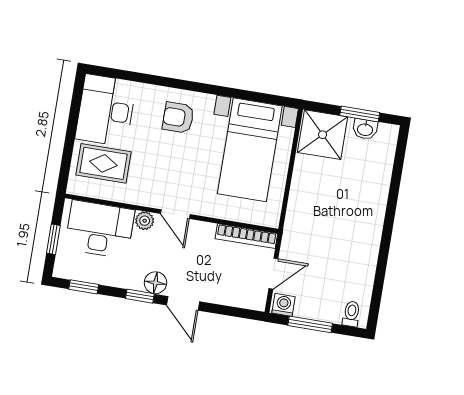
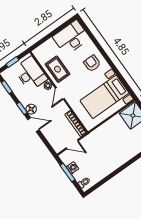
rug: (103, 163) -> (57, 69), moved
door: (183, 303) -> (33, 125), swing flipped
washing machine: (284, 305) -> (72, 168), moved

